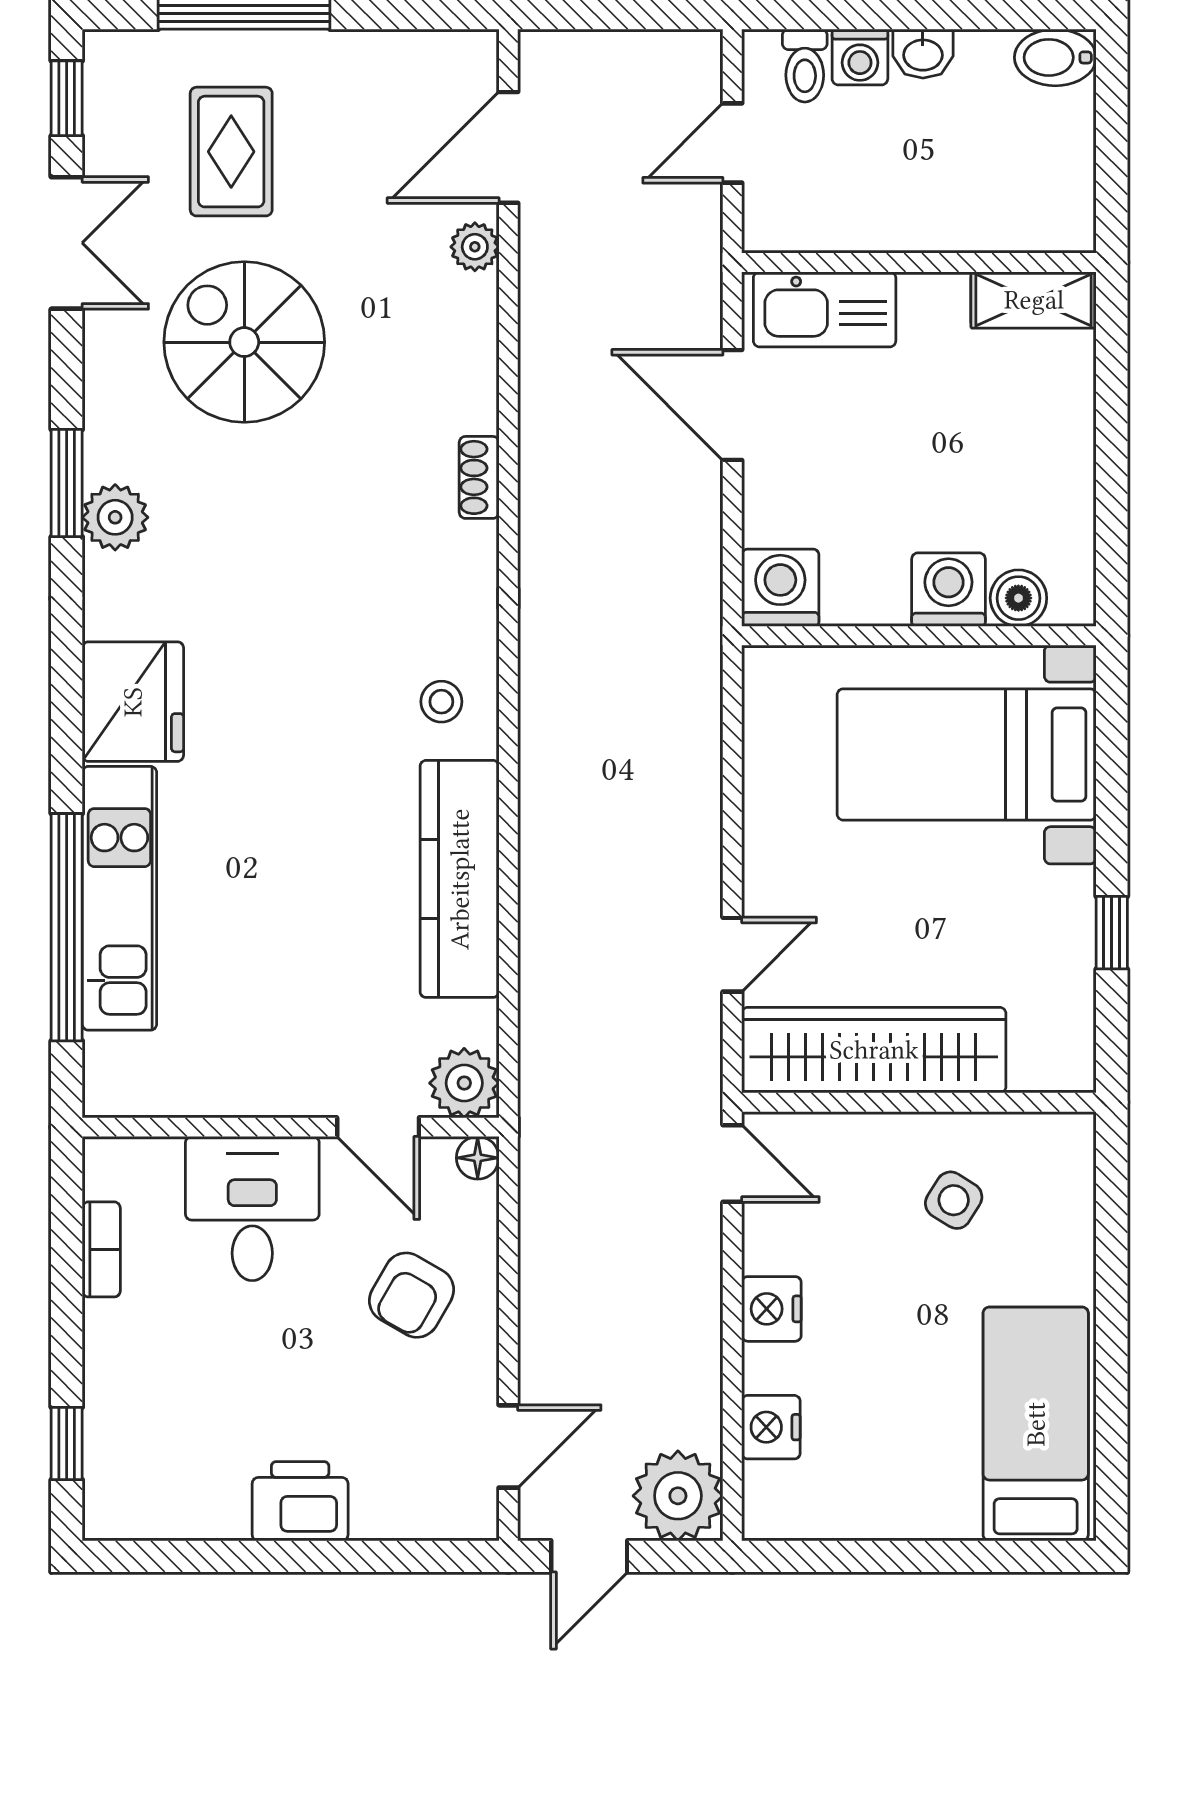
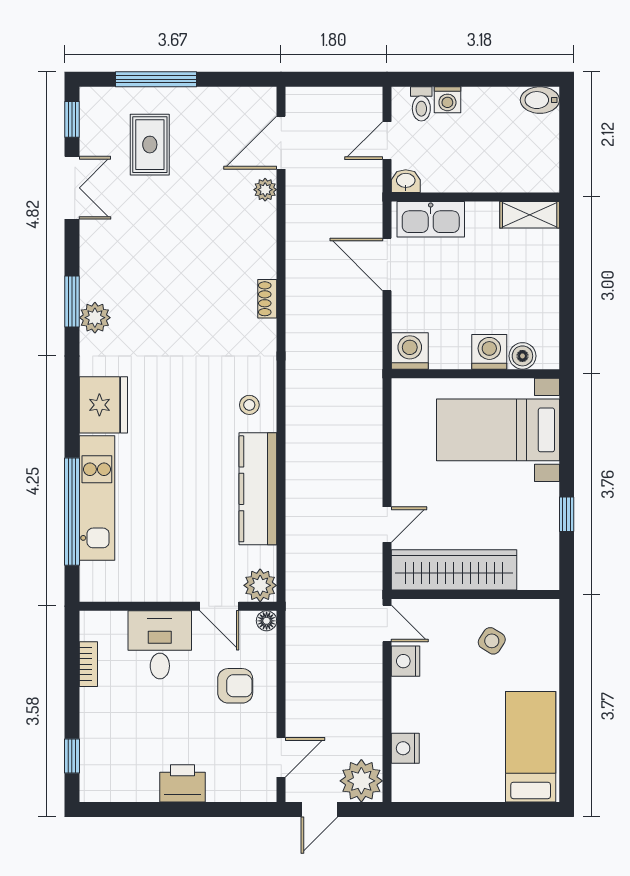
washbasin: (923, 54) -> (406, 181), moved, turned 180
spiral stairs: (244, 342) -> (156, 235), removed
armchair: (412, 1295) -> (235, 686), turned -120
nightstand: (771, 1309) -> (406, 661), moved

